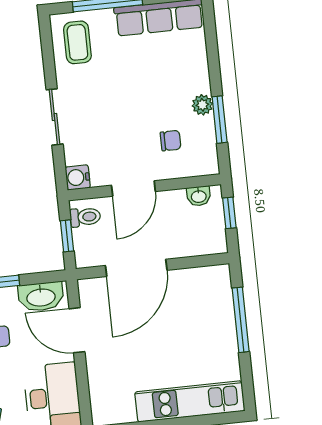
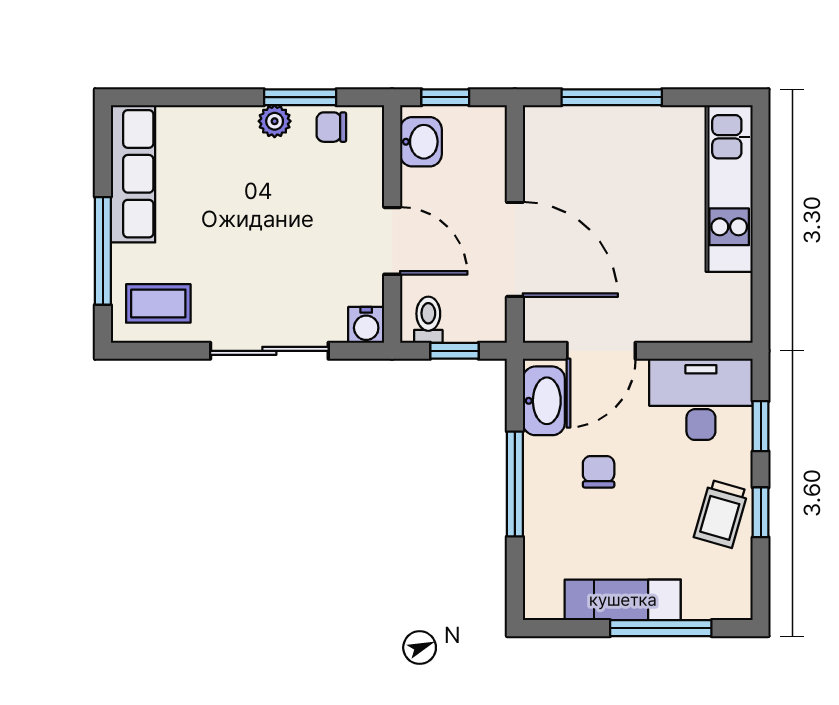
sliding door: (55, 117) -> (269, 351), width x1.37
chair: (171, 141) -> (331, 127), moved, turned -90
washbasin: (199, 196) -> (421, 142), width x1.38, depth x1.45

